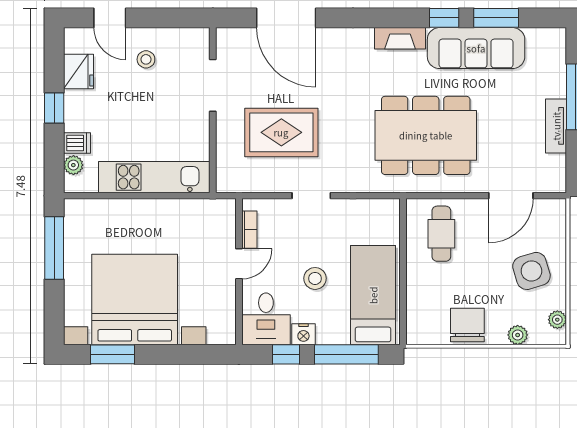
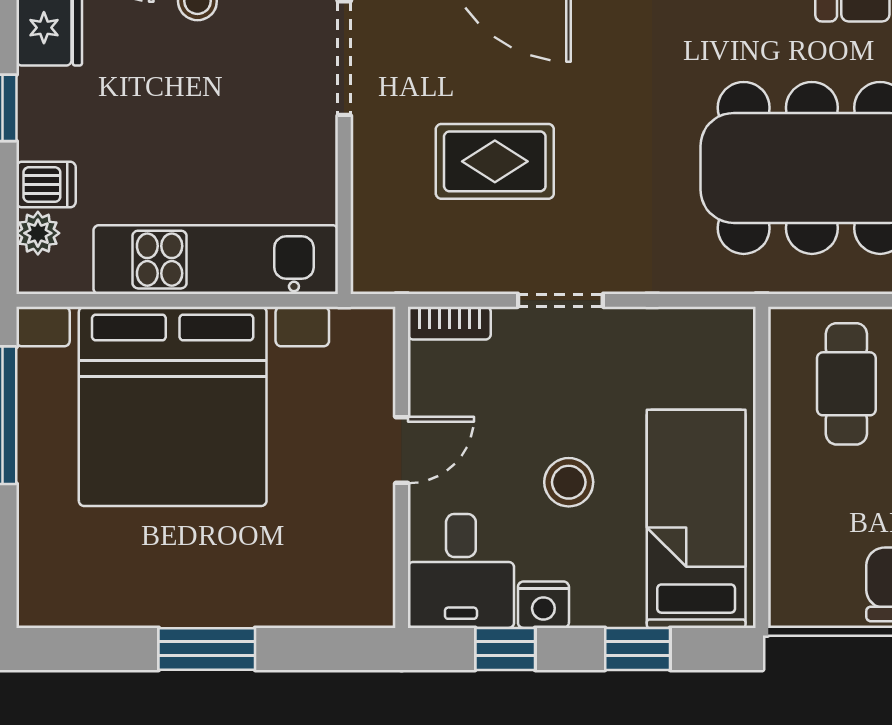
rug: (281, 132) -> (495, 161), width x0.73, depth x0.70
bookcase: (249, 230) -> (449, 323), moved, turned 90
bed with nightstands: (135, 299) -> (173, 406), moved, turned 180
window: (113, 354) -> (207, 649), moved
window: (346, 354) -> (638, 649), width x0.46

